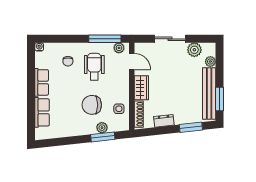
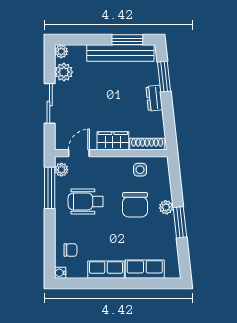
chair: (68, 61) -> (70, 250), moved
plant: (210, 62) -> (61, 51), moved
dresser: (164, 121) -> (154, 98), moved
plant: (102, 128) -> (166, 207), moved
window: (103, 137) -> (180, 222), moved

